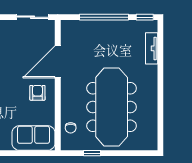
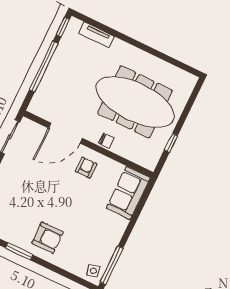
door: (58, 62) -> (65, 133), hinge flipped
armchair: (37, 93) -> (86, 168), turned 90
chair: (71, 128) -> (106, 140), moved

